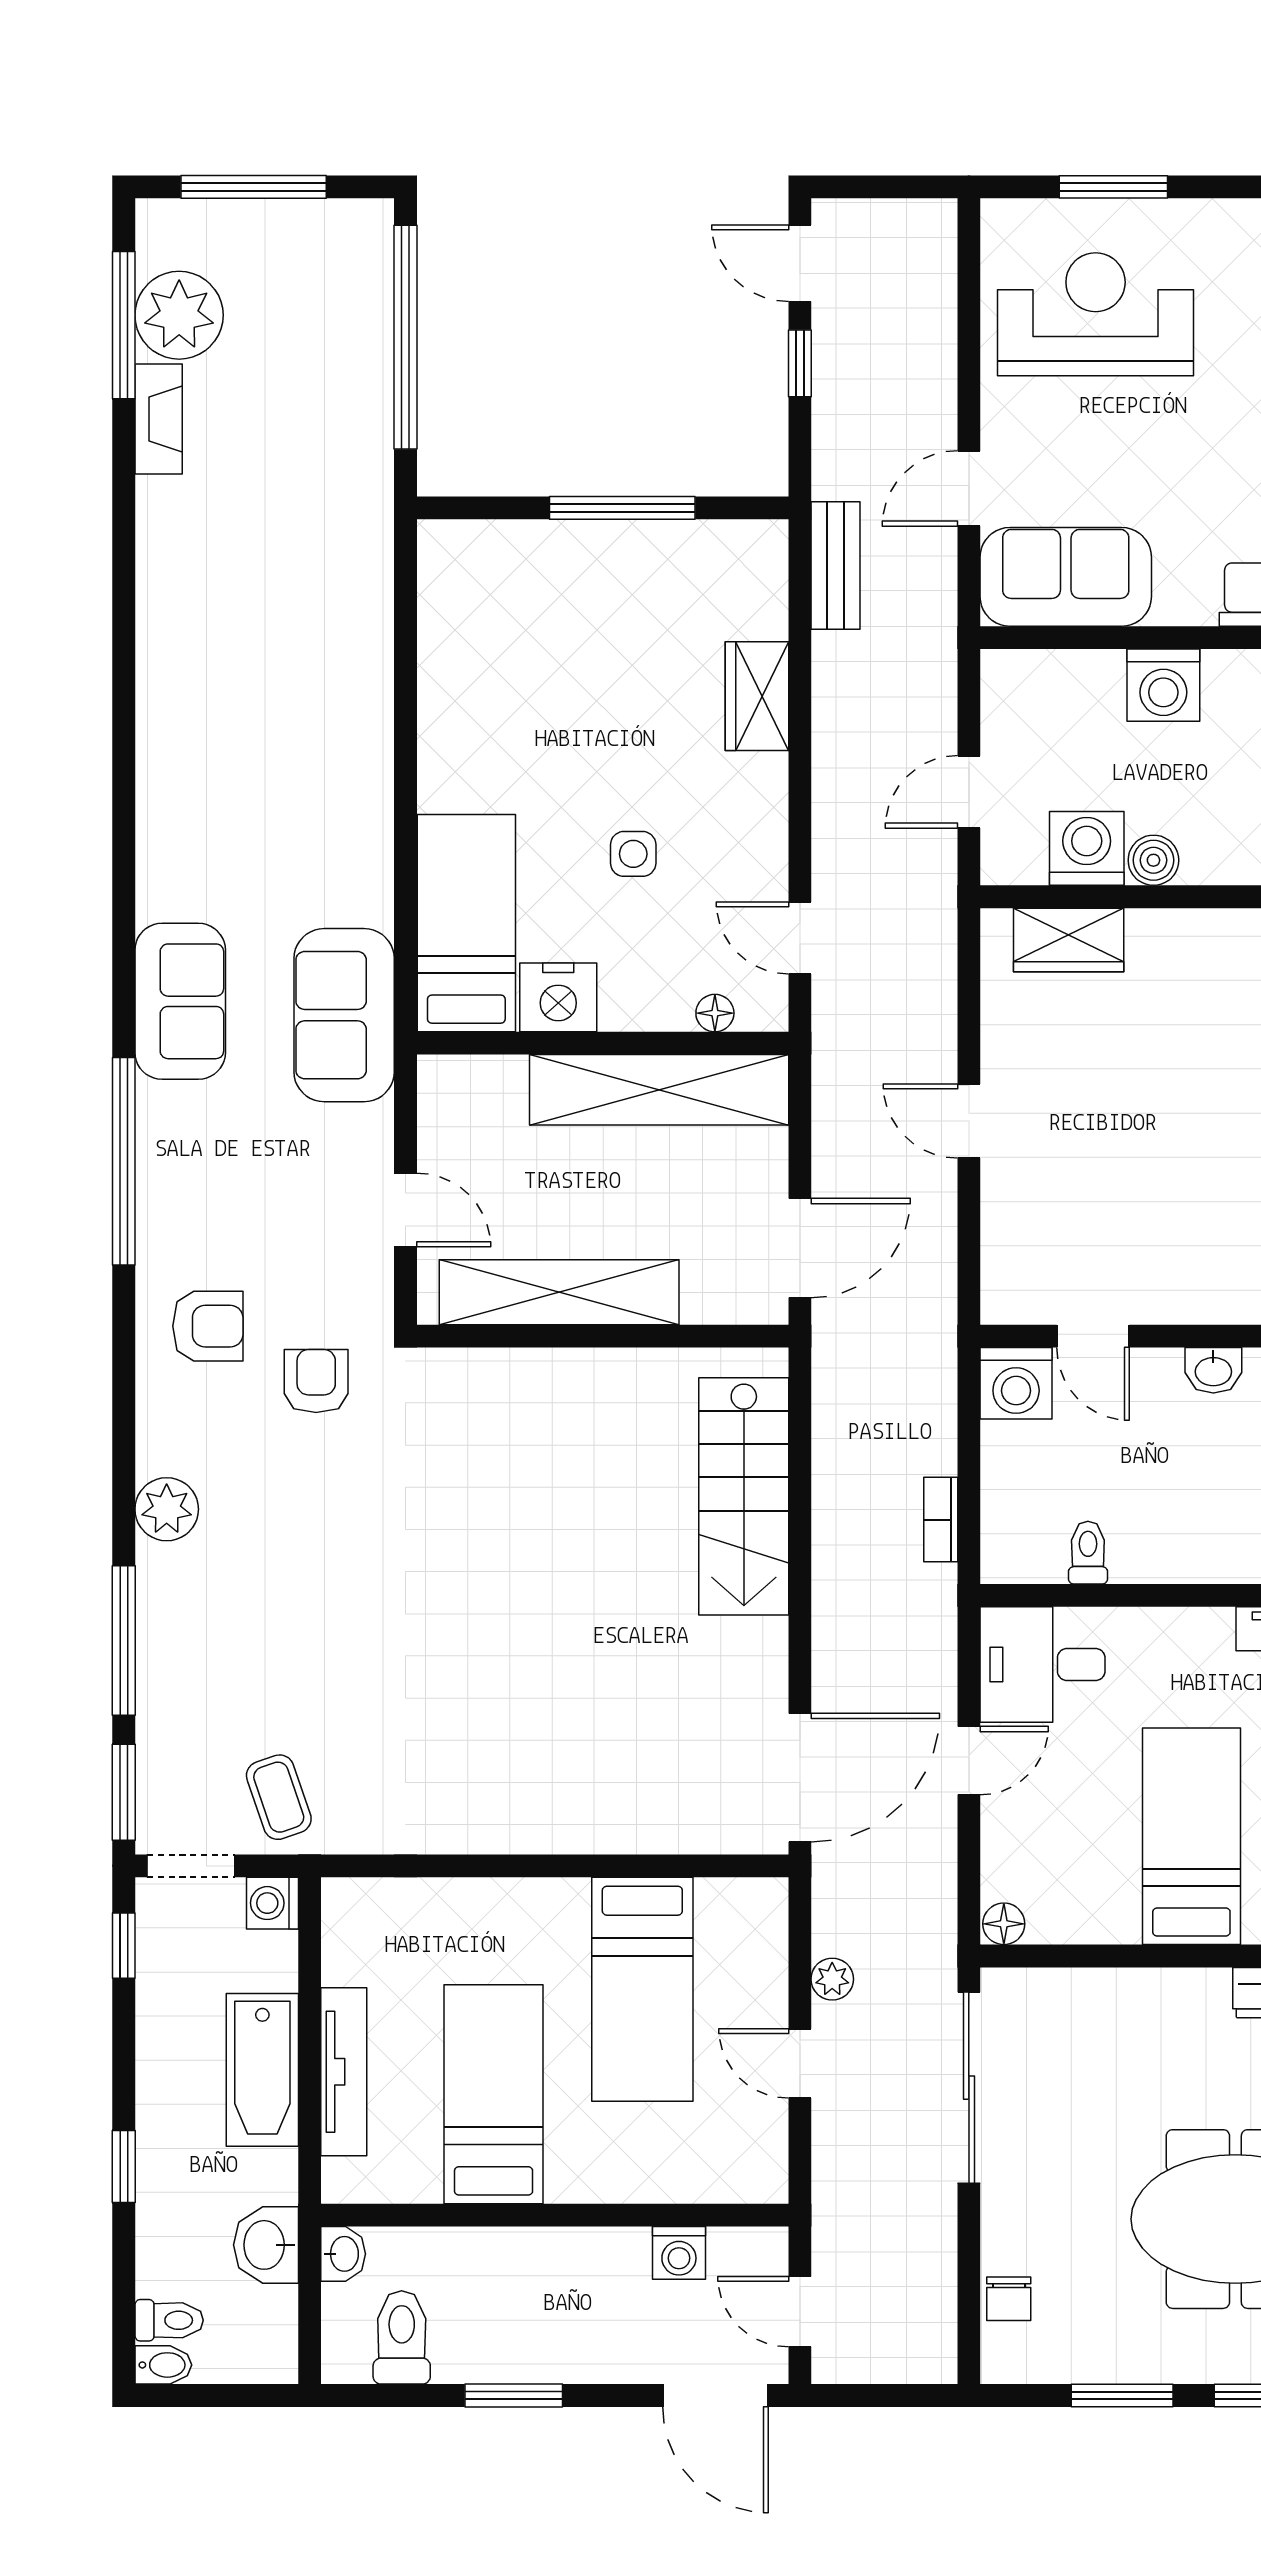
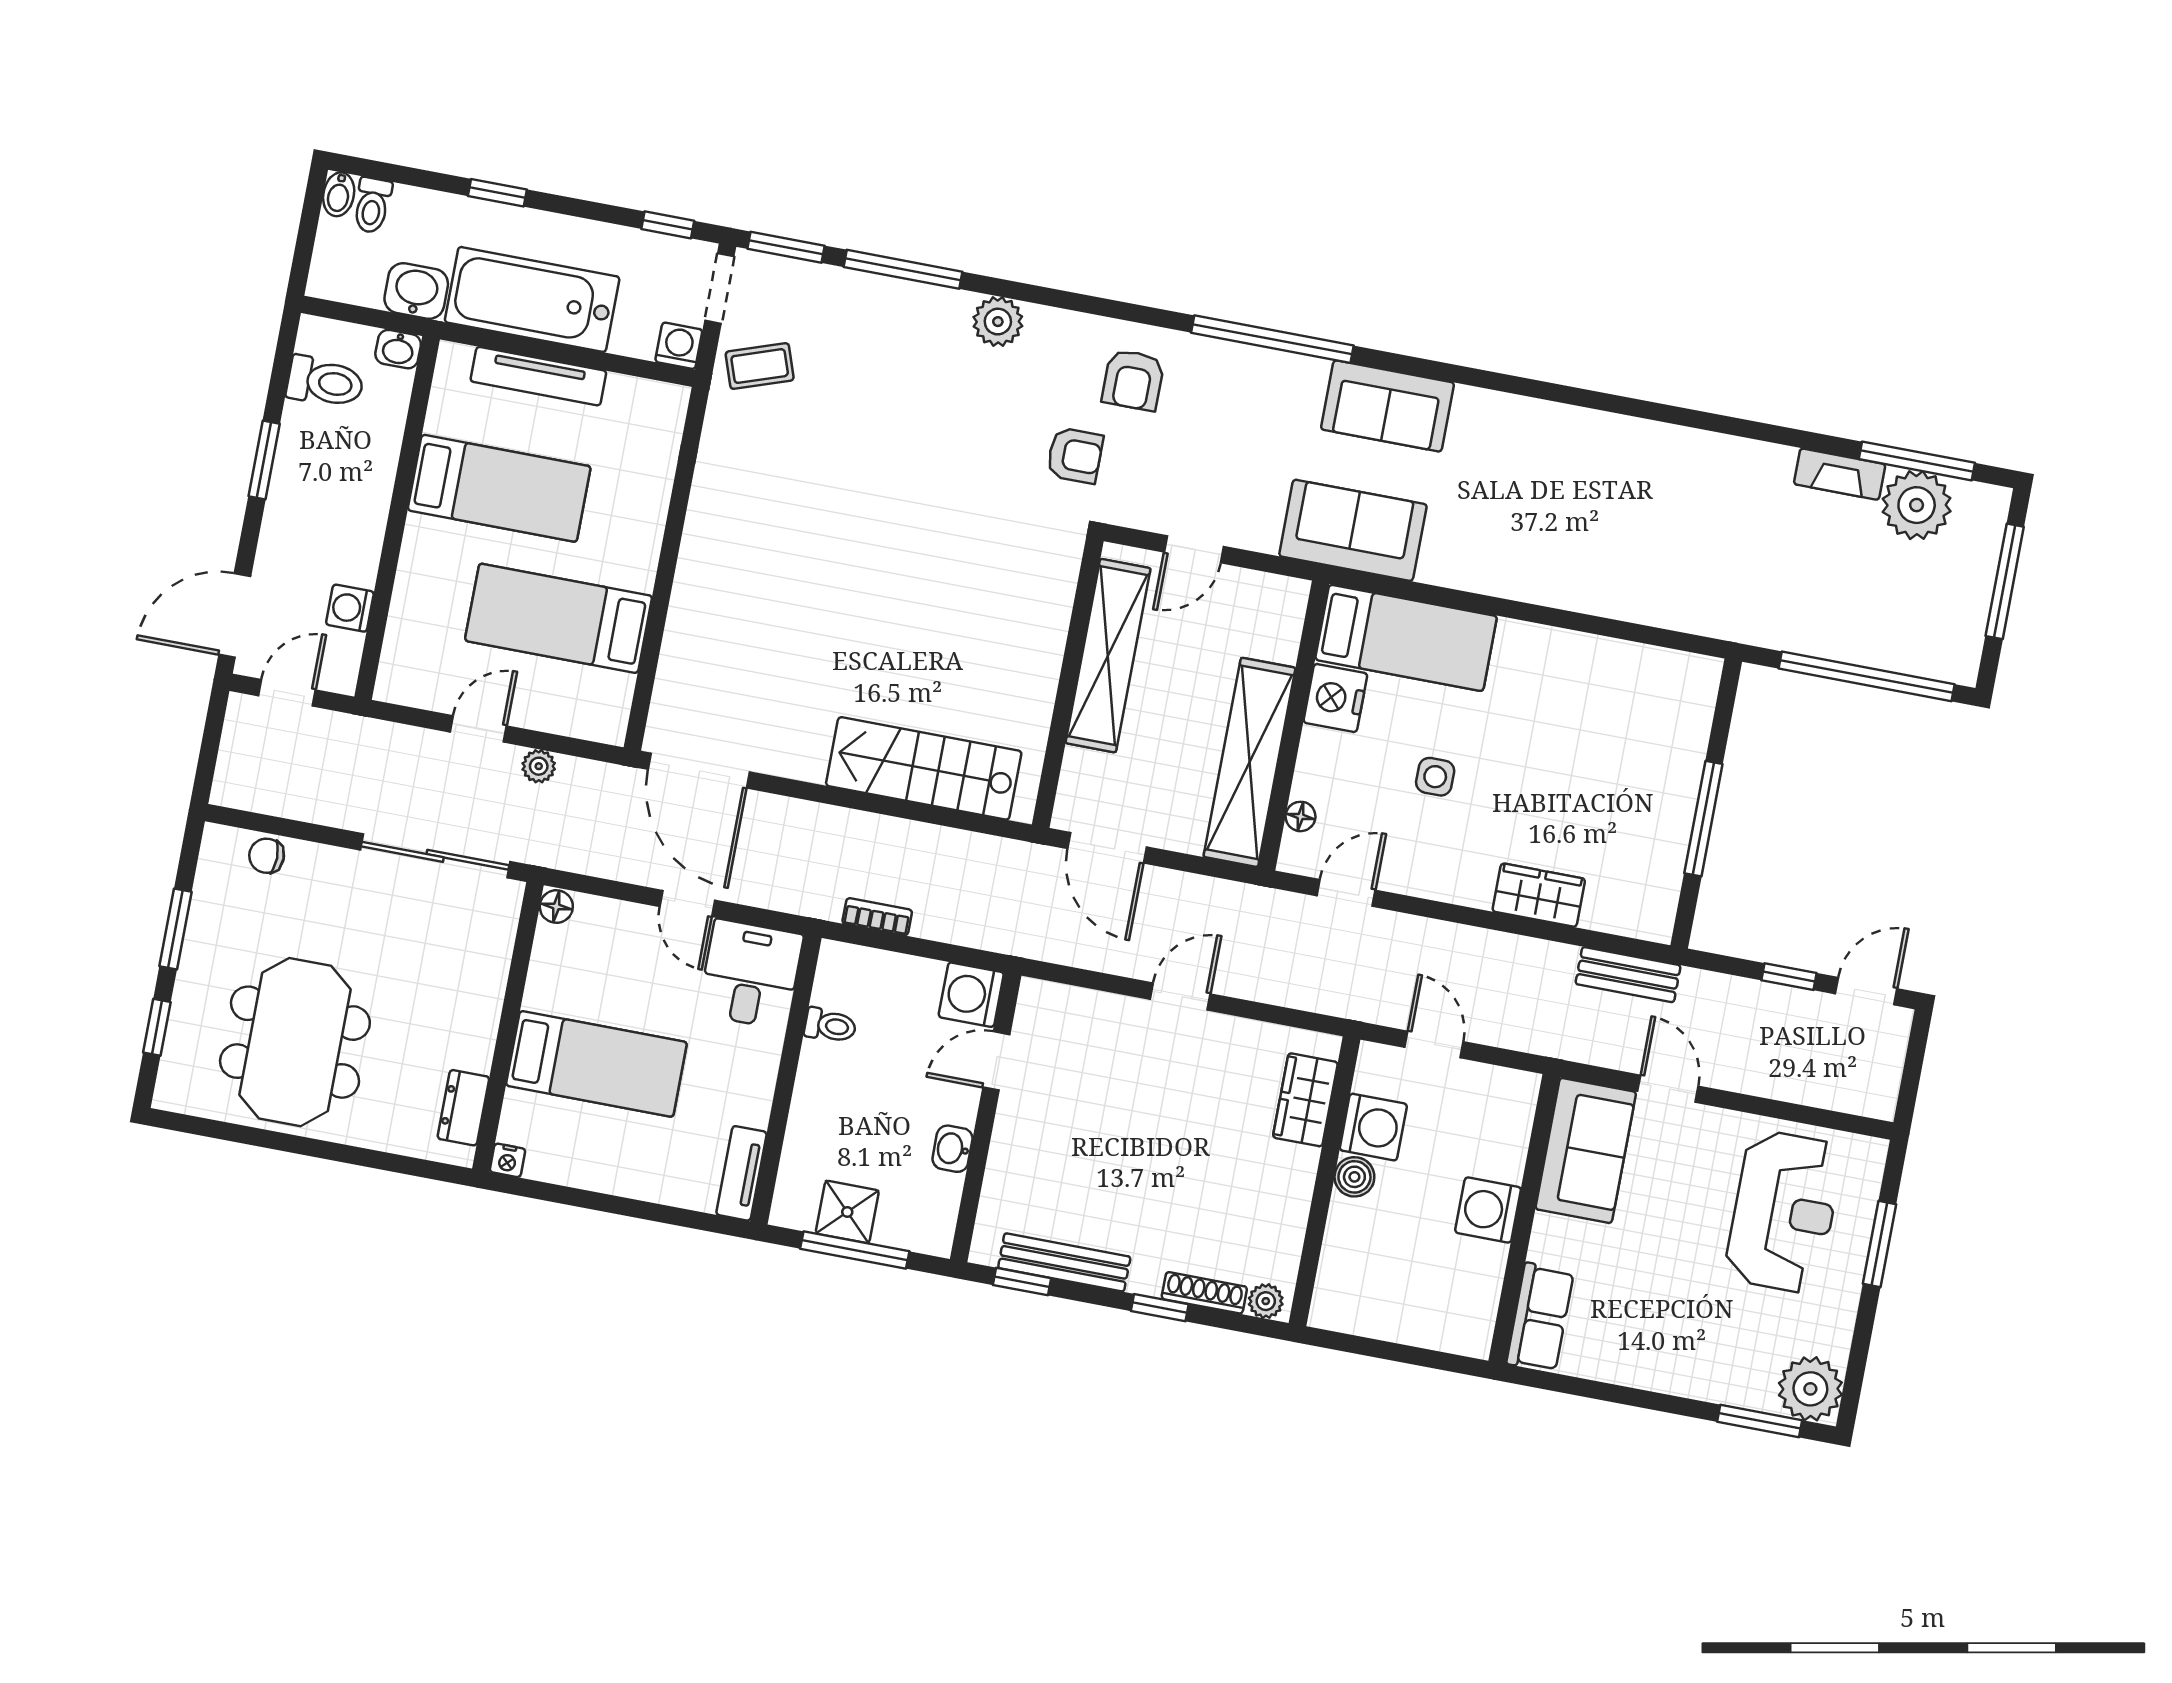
bathtub: (262, 2070) -> (532, 299), width x1.36, depth x1.36

